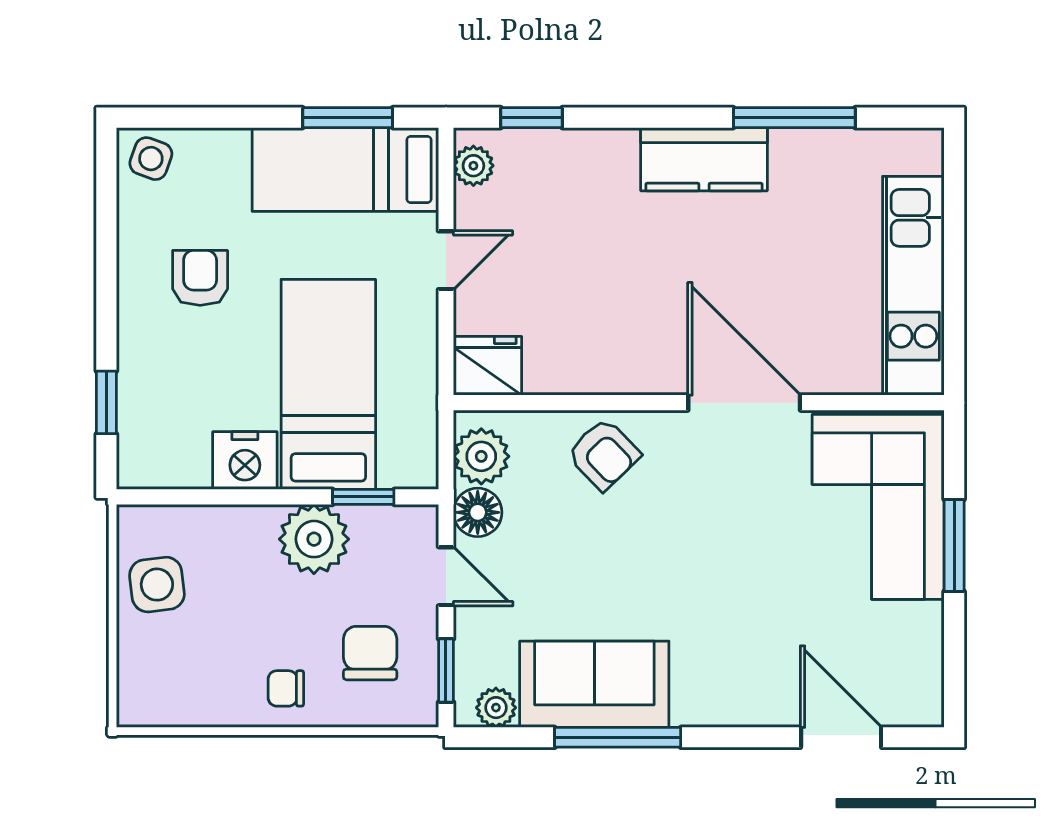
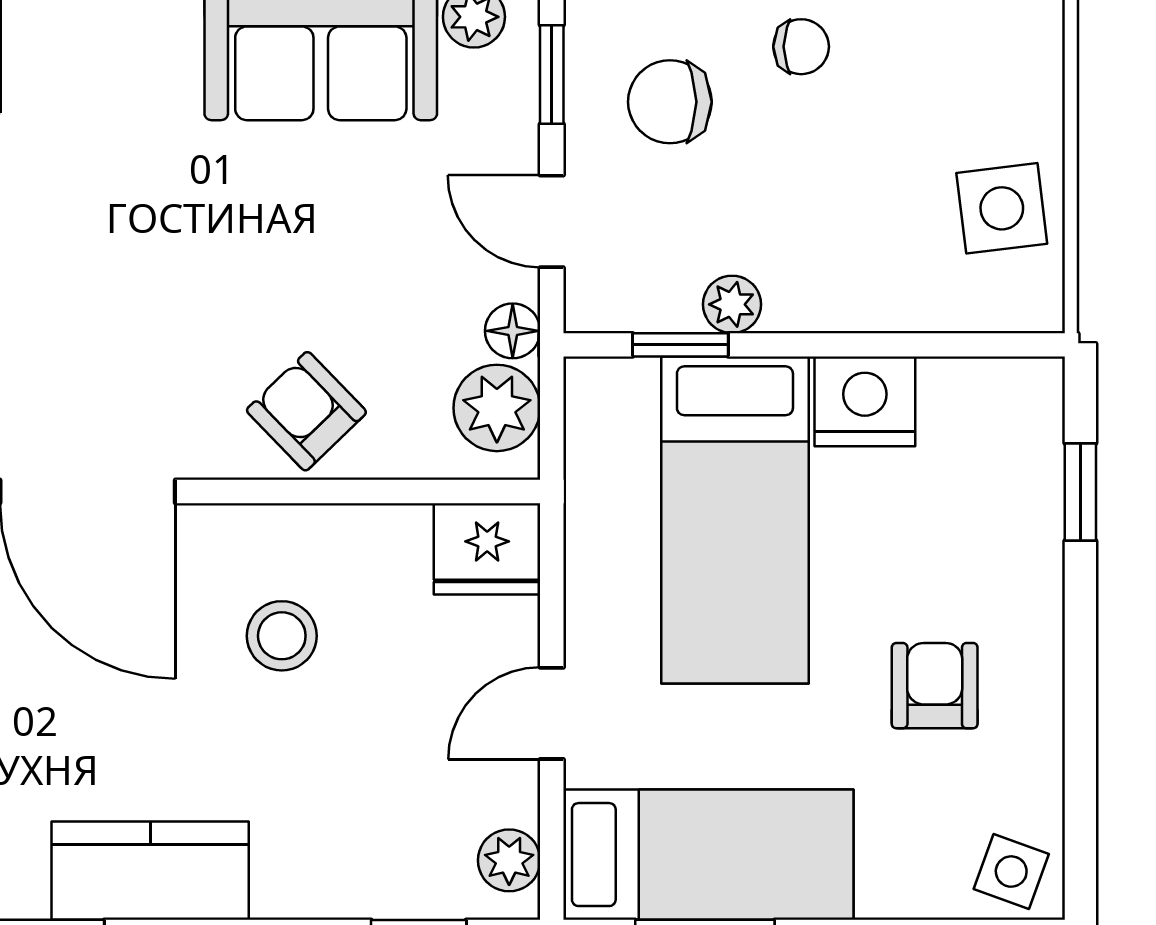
armchair: (200, 278) -> (935, 686), turned 180
stool: (619, 310) -> (282, 636), added
floor lamp: (478, 512) -> (513, 331), width x0.73, depth x0.73
plant: (314, 539) -> (732, 304), width x0.53, depth x0.53
chair: (370, 653) -> (670, 102), turned 90

